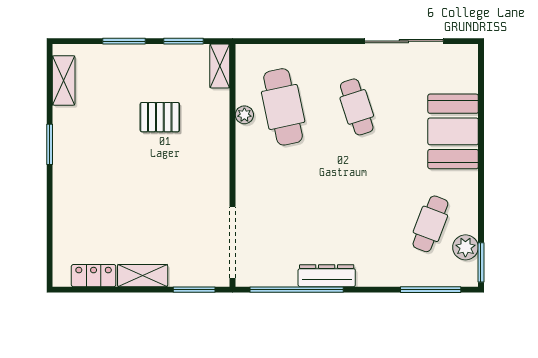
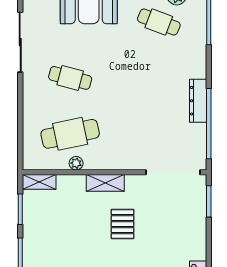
cafe table: (357, 107) -> (70, 78), turned 33
pallet: (160, 117) -> (122, 224), moved
shelving: (143, 276) -> (105, 183), moved, turned 90

